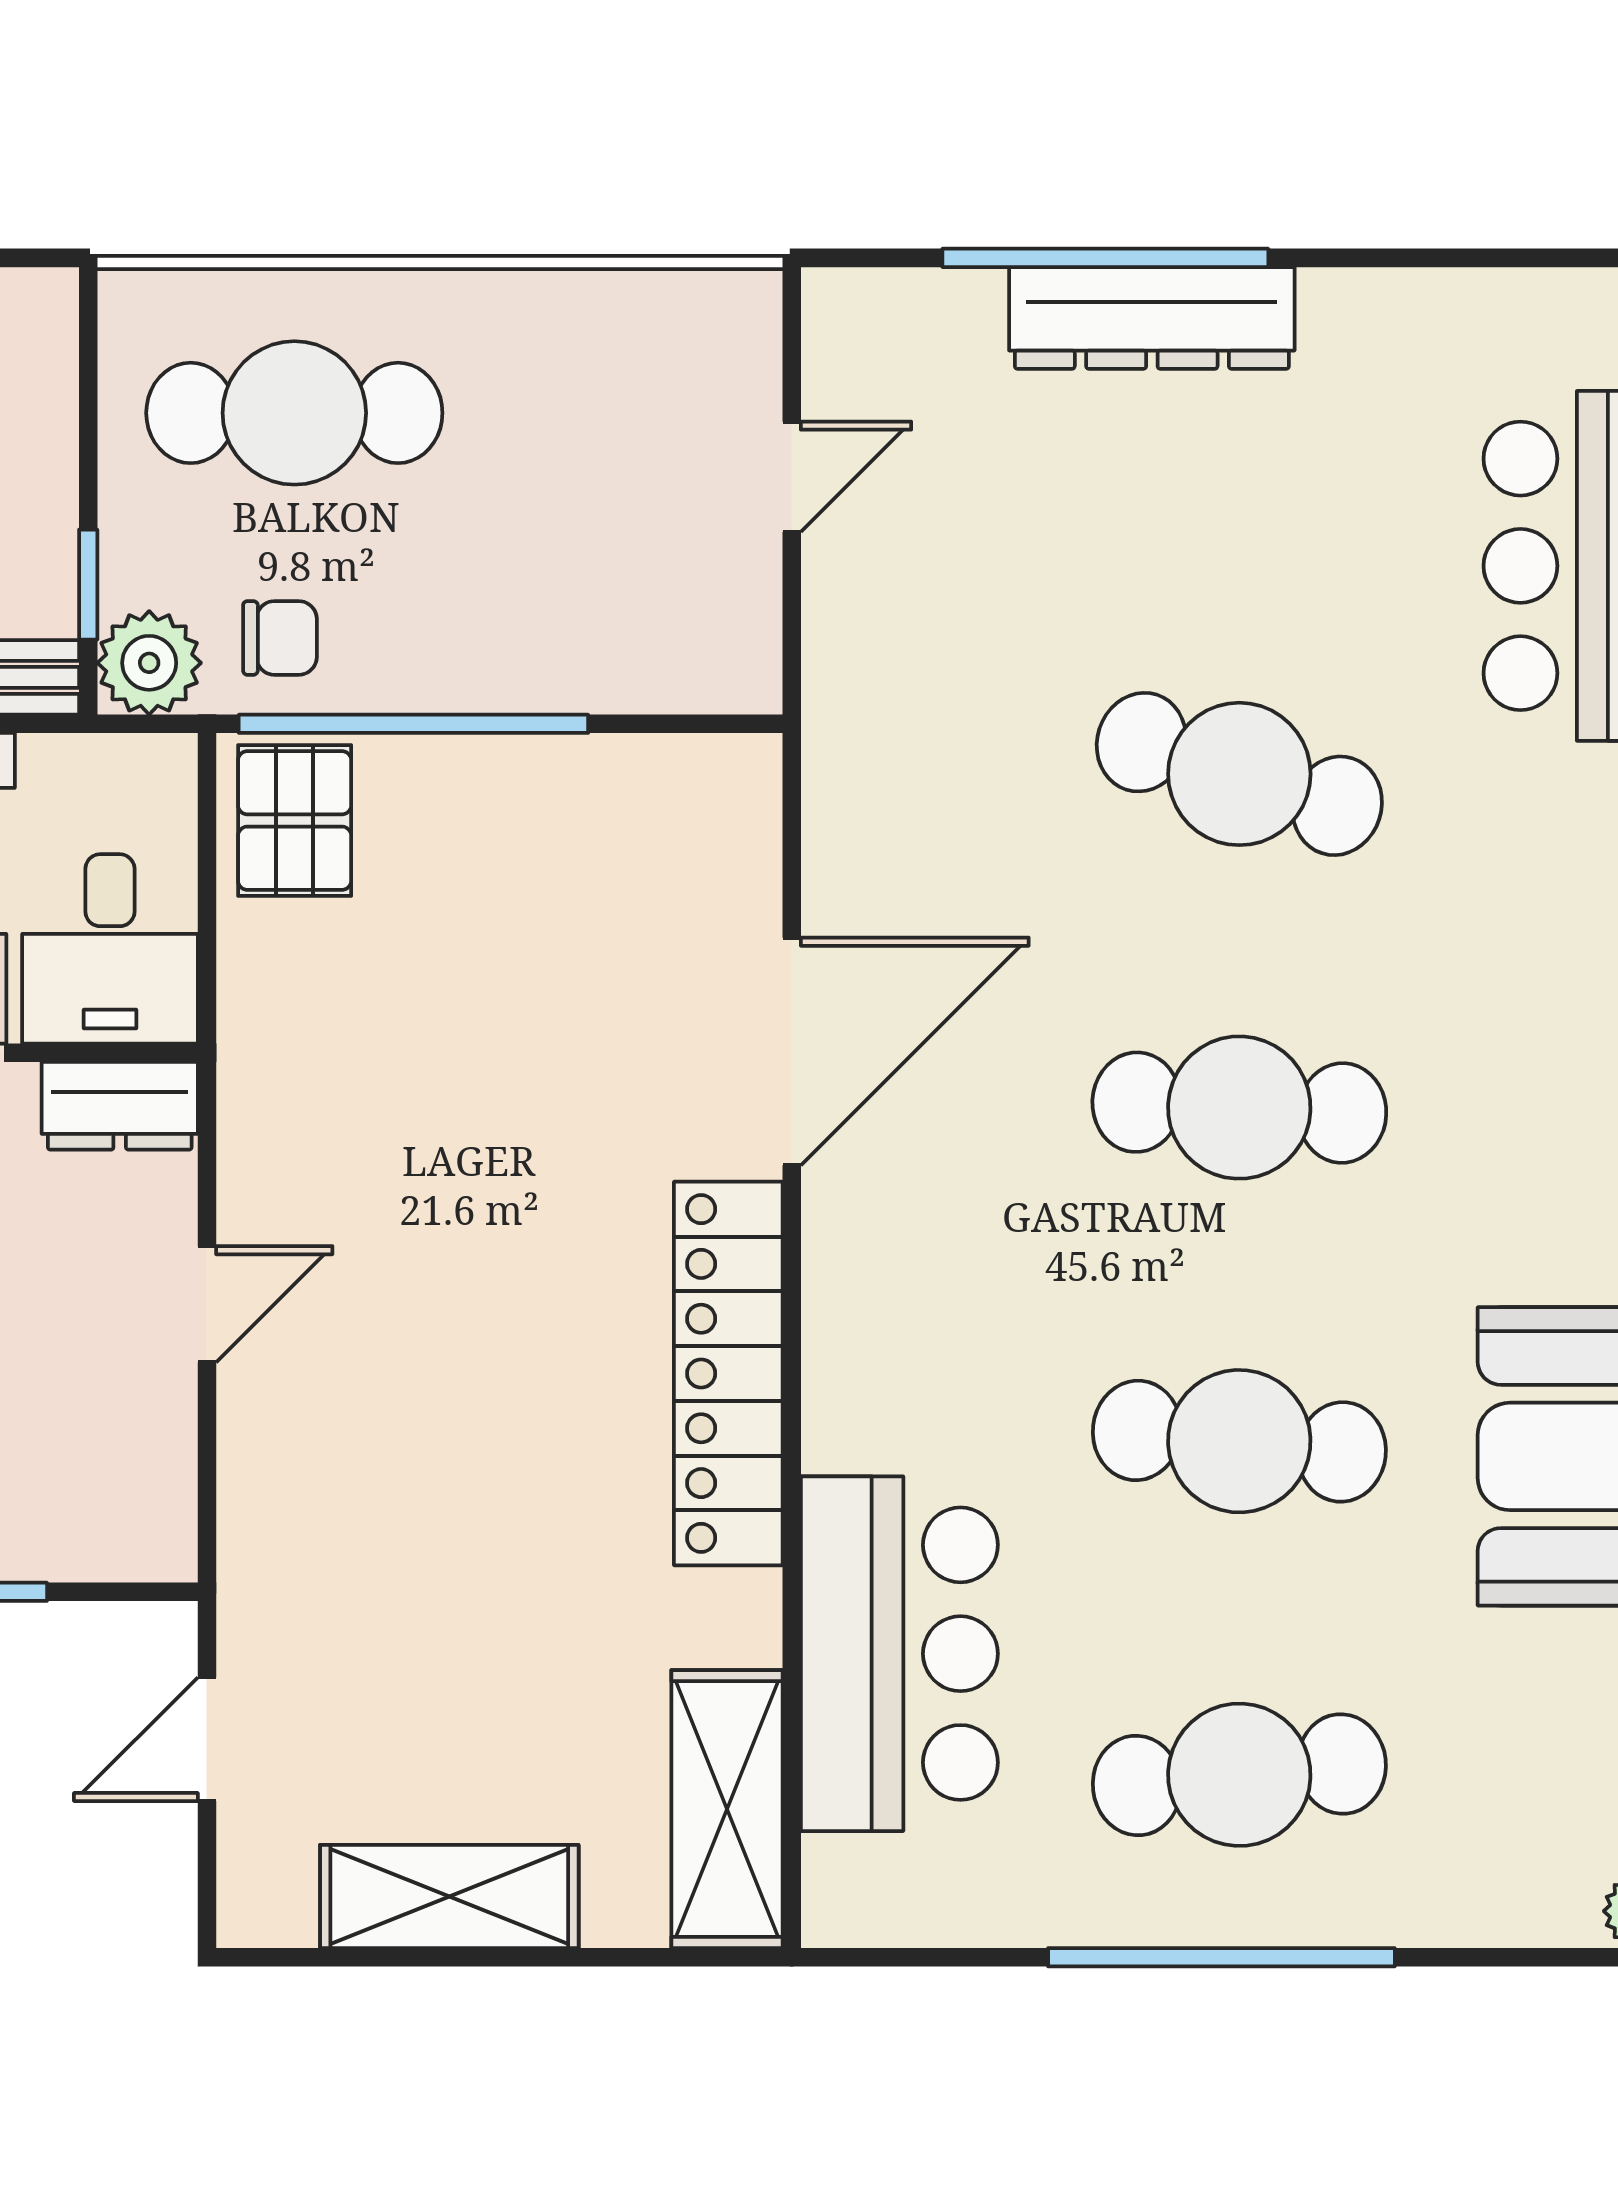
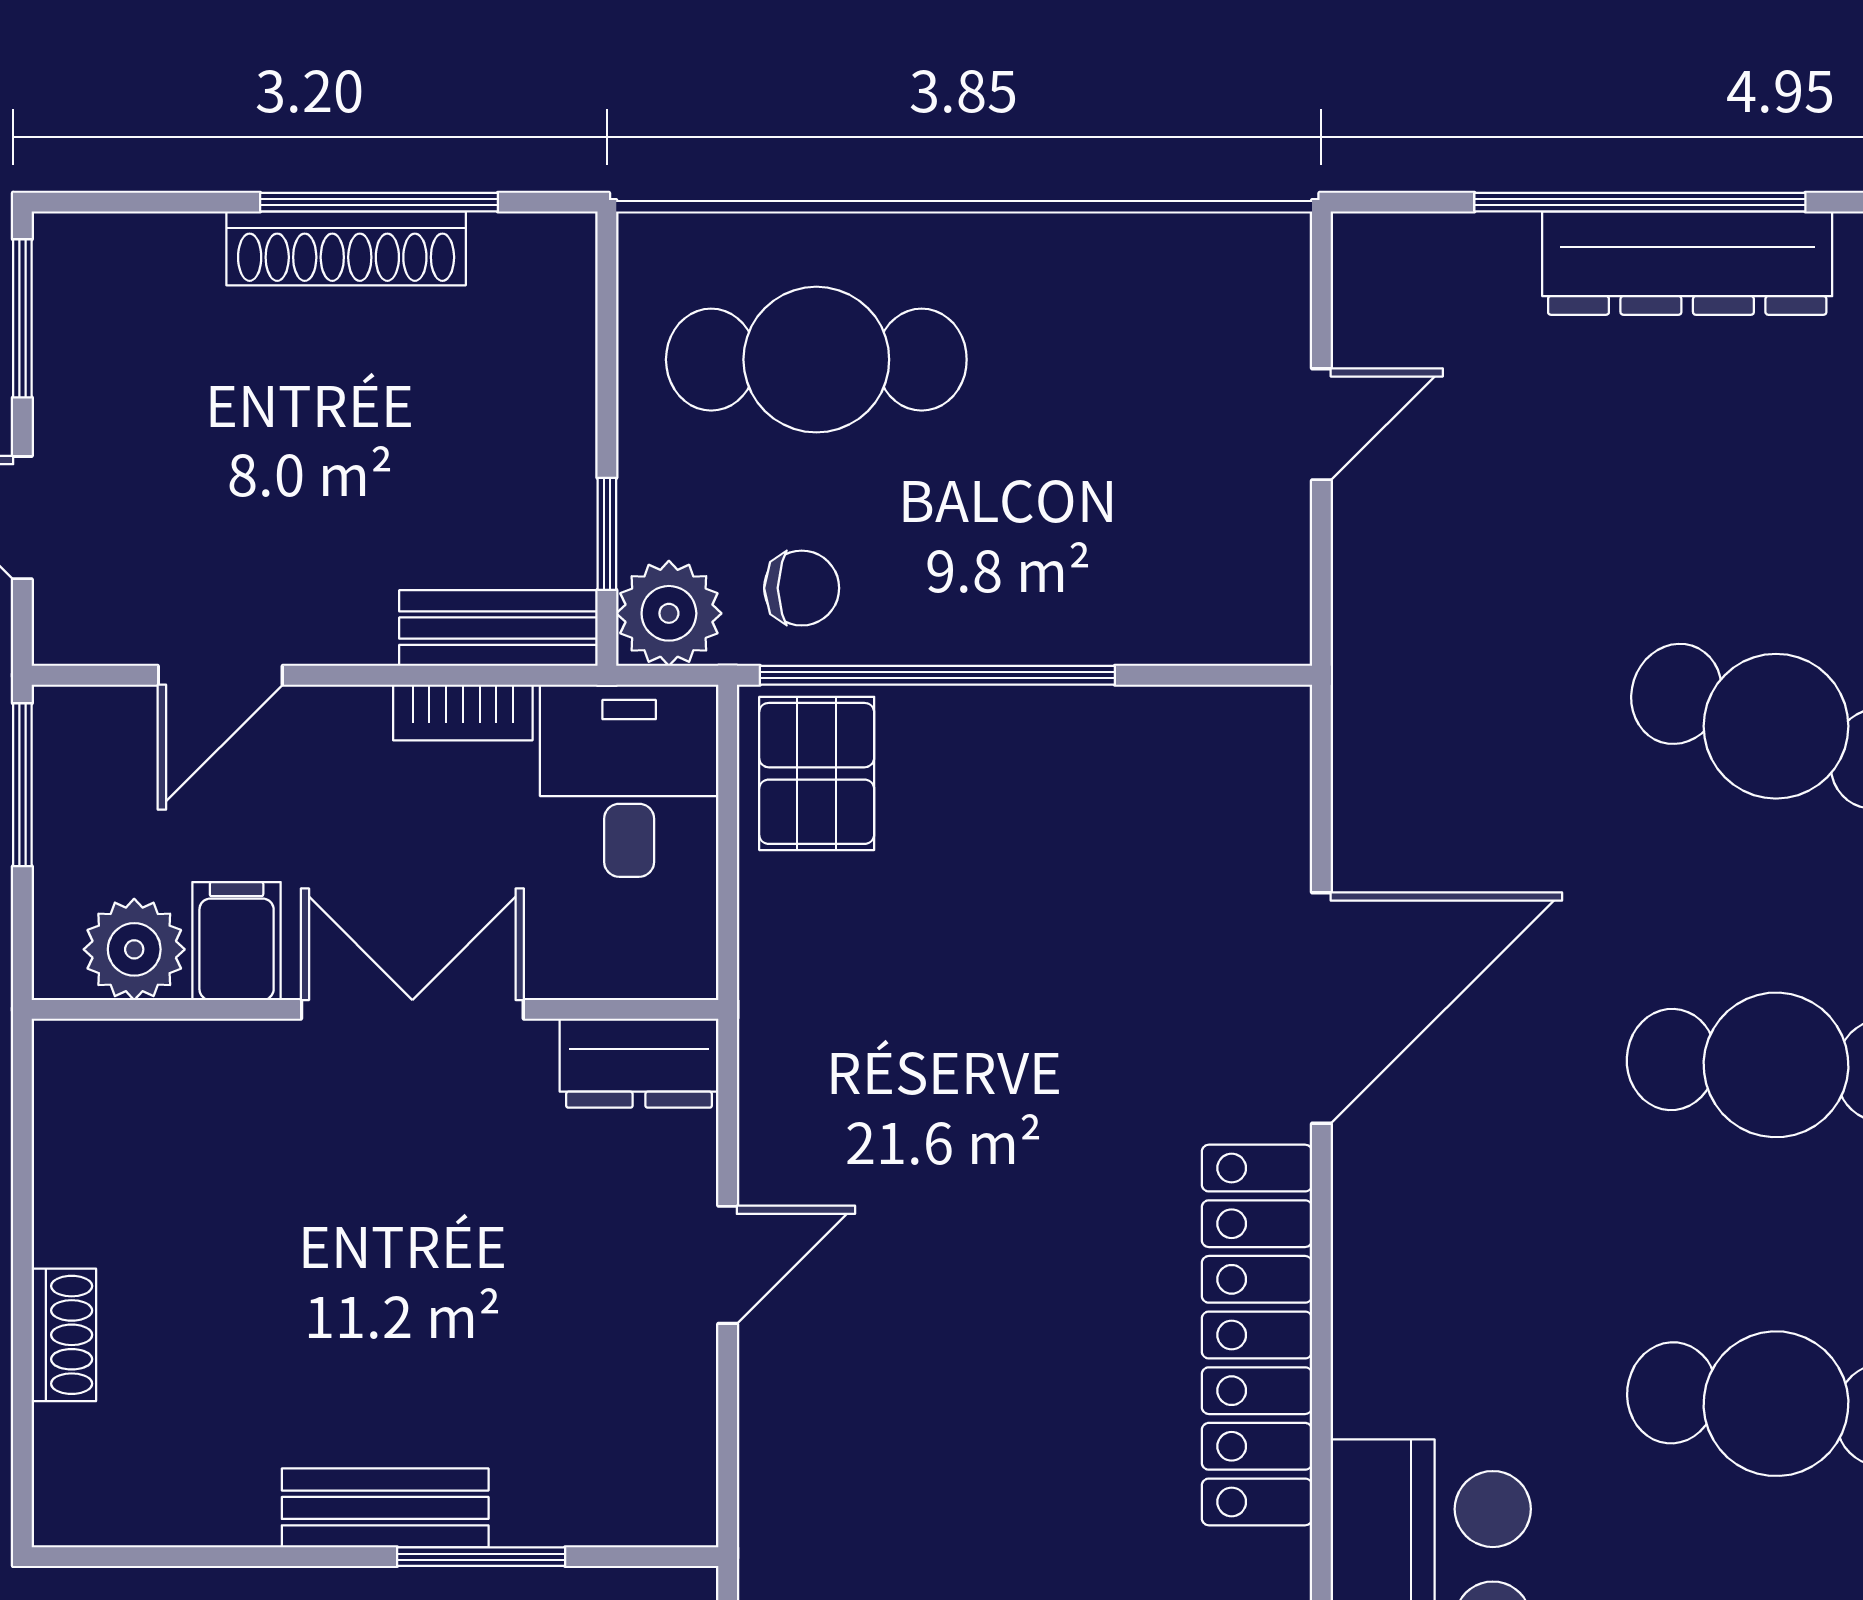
desk: (110, 949) -> (629, 781), moved, turned 180

